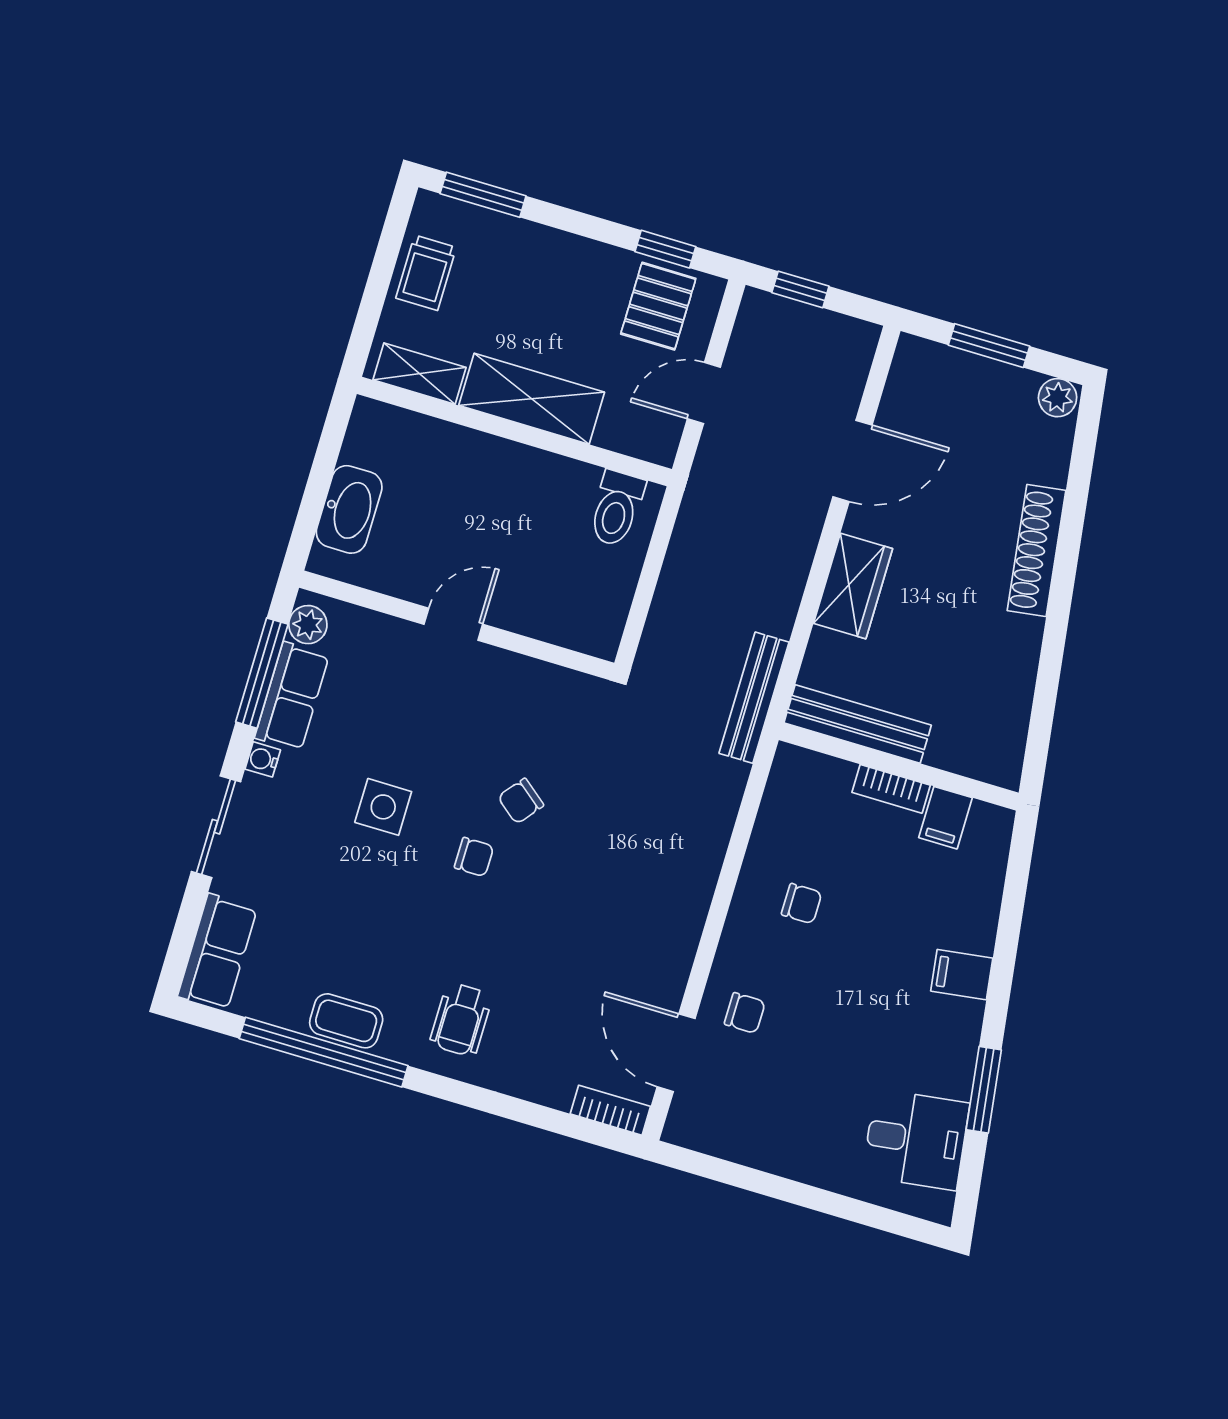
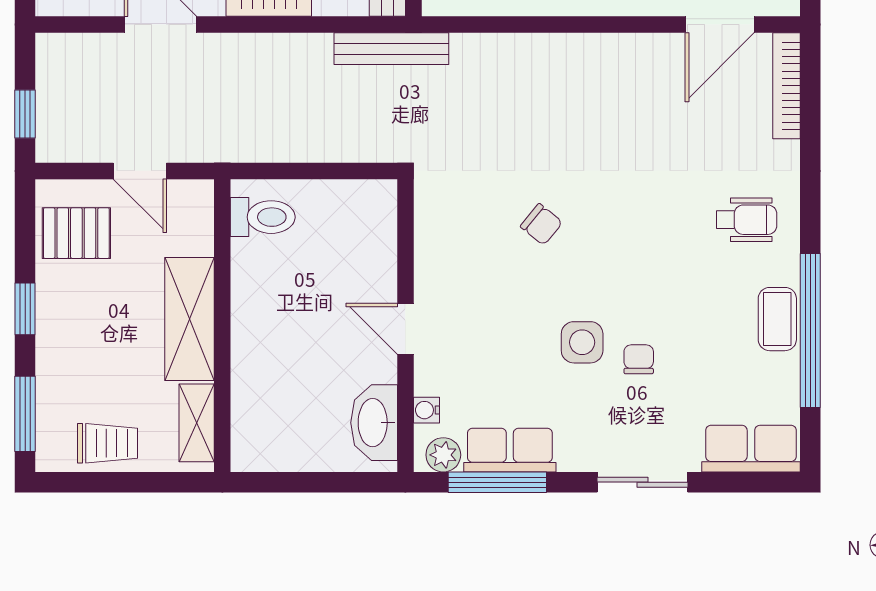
window: (665, 249) -> (25, 309), moved
washbasin: (349, 509) -> (374, 423), moved, turned -90
water cooler: (263, 759) -> (427, 410), moved, turned 90
chair: (474, 857) -> (639, 359), moved
bookcase: (610, 1110) -> (786, 86), width x1.56

